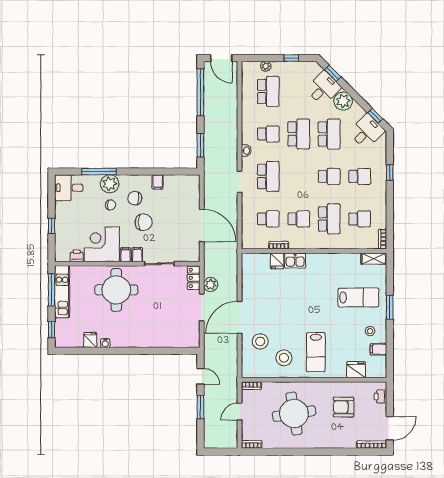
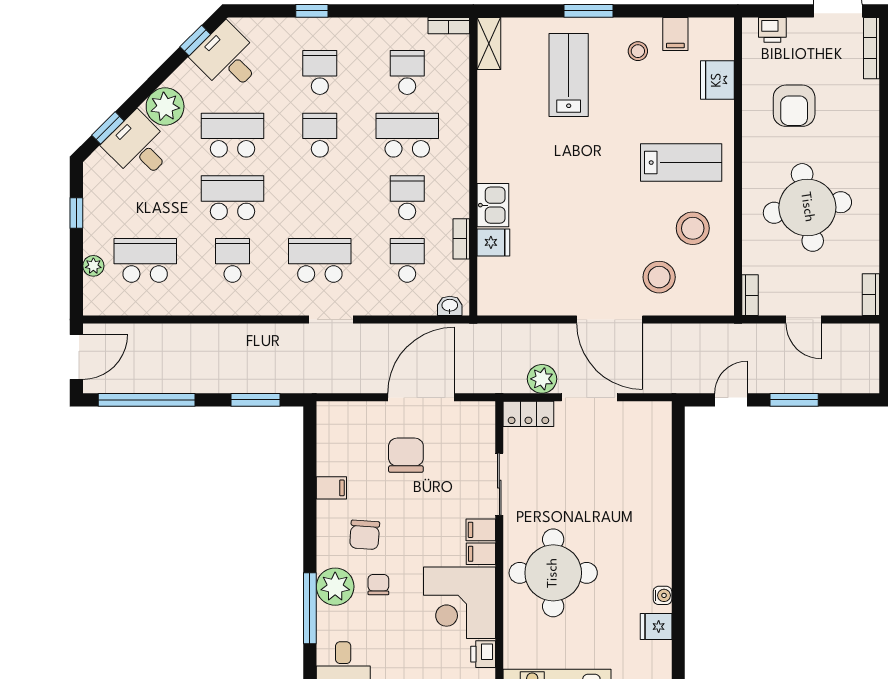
washbasin: (246, 151) -> (450, 306), moved
chair: (144, 222) -> (406, 455), moved

